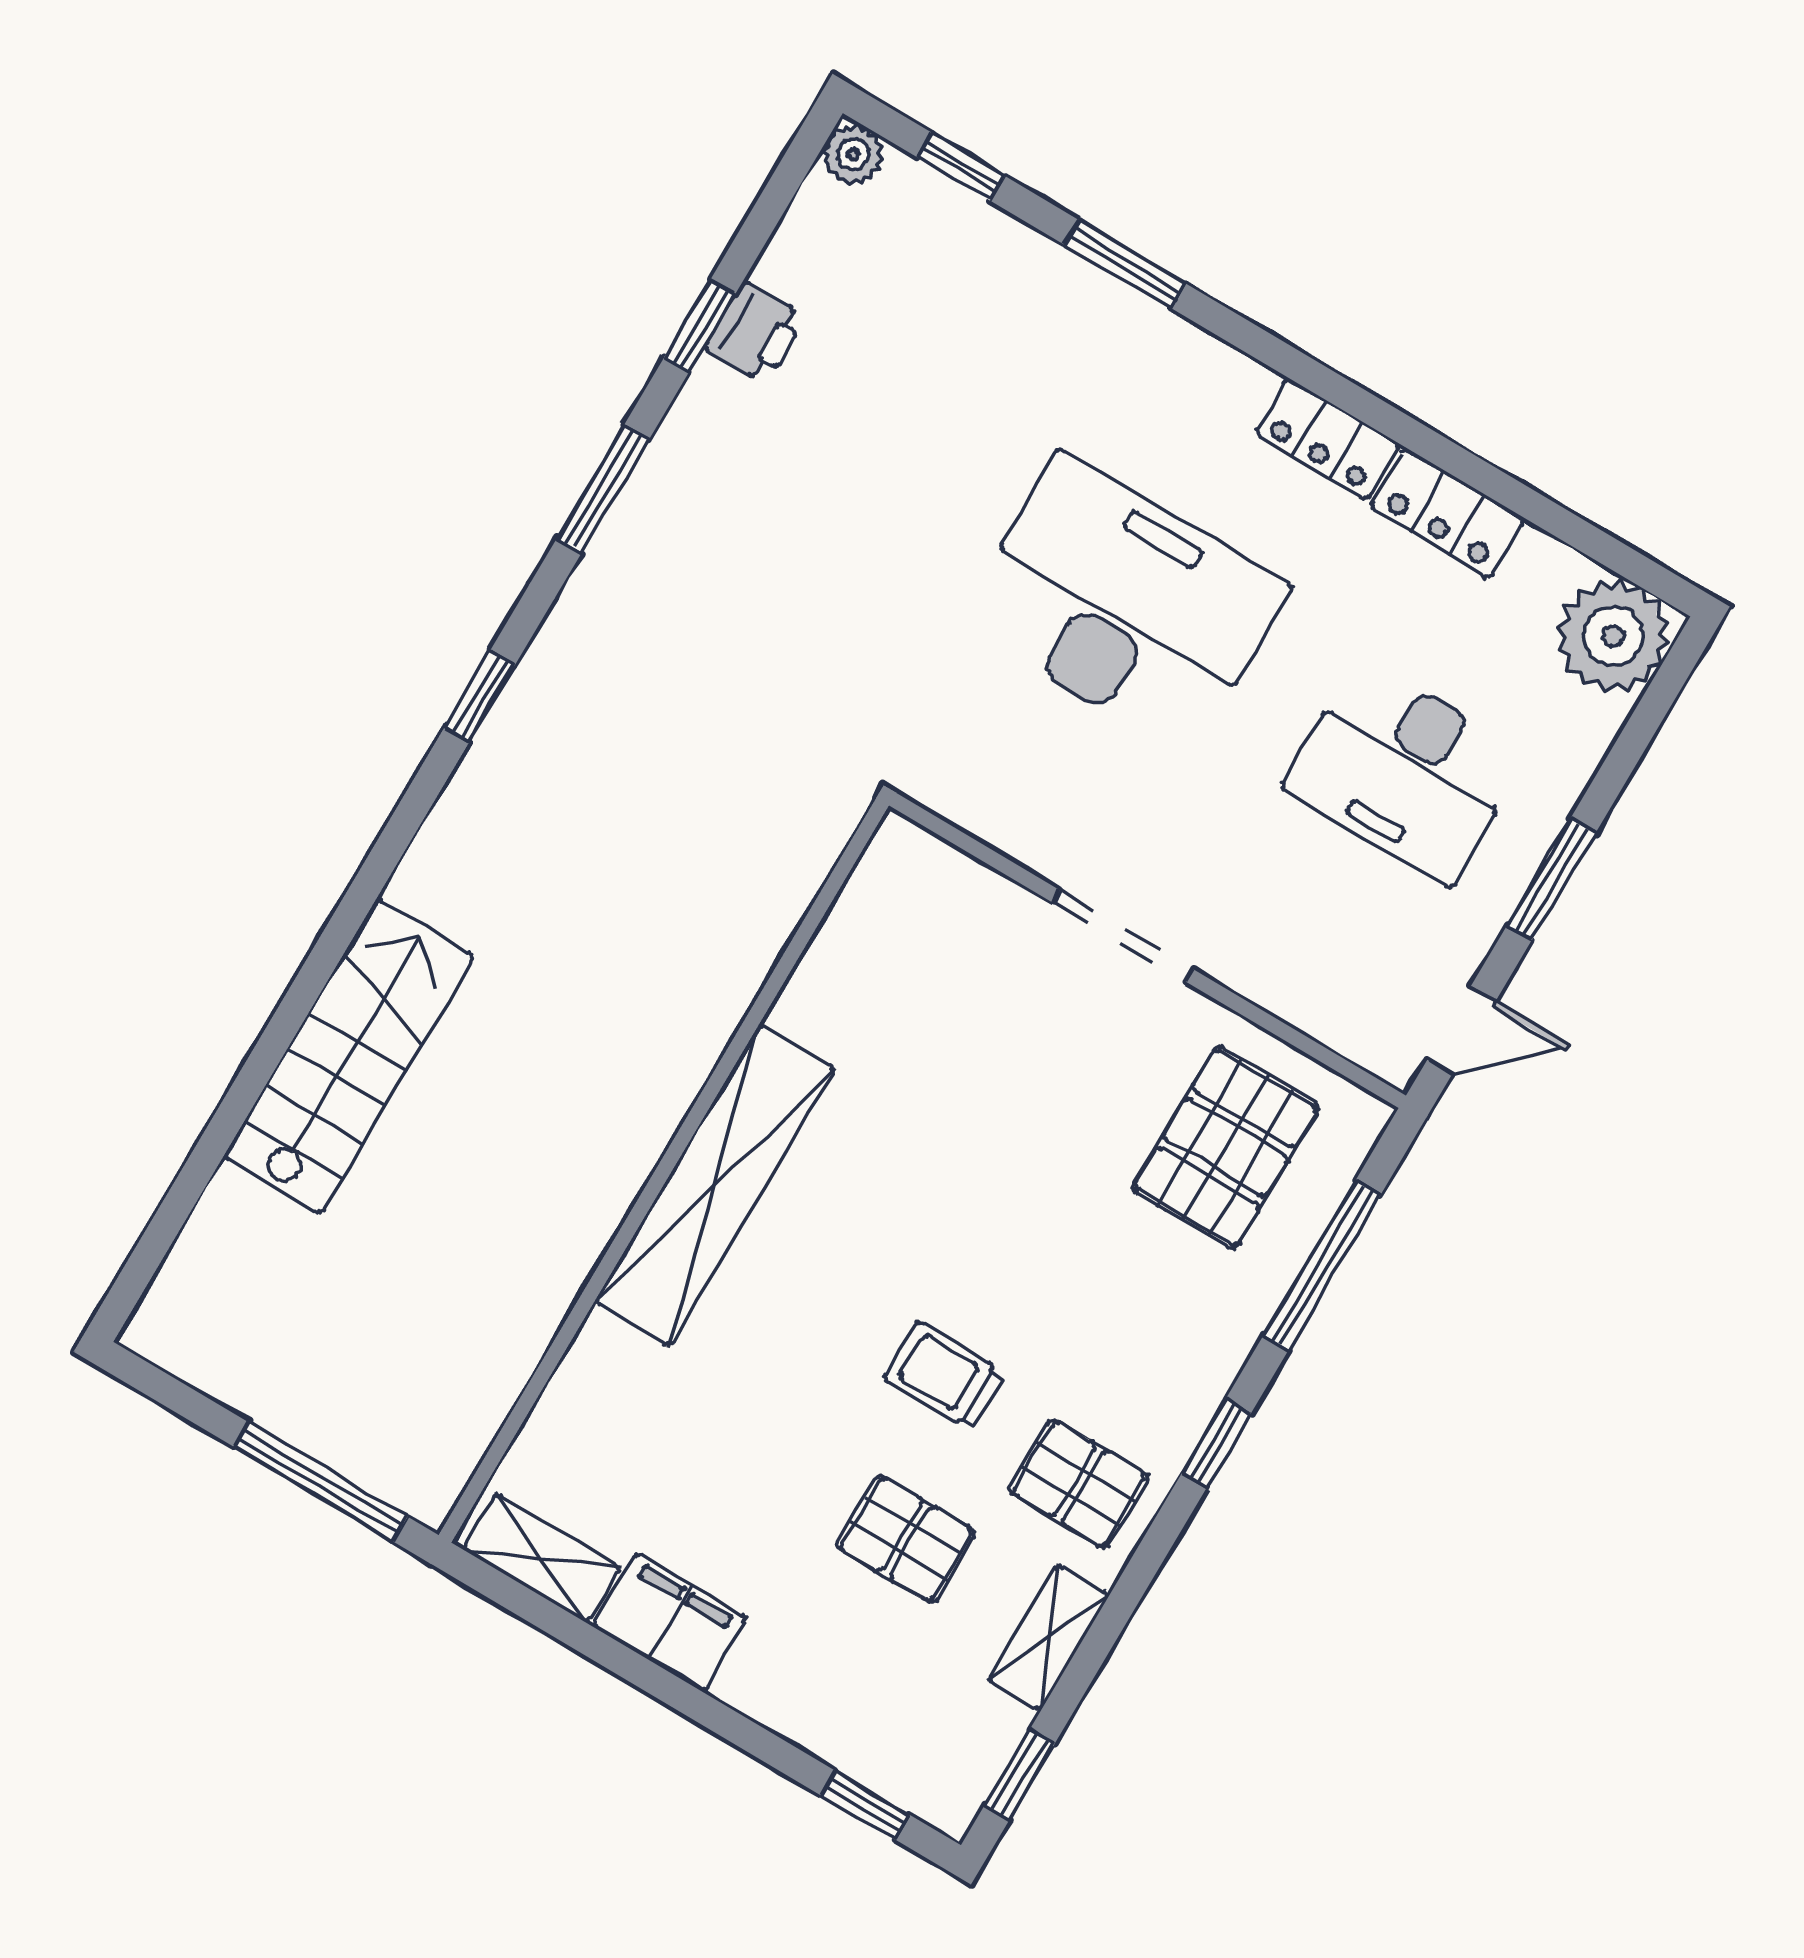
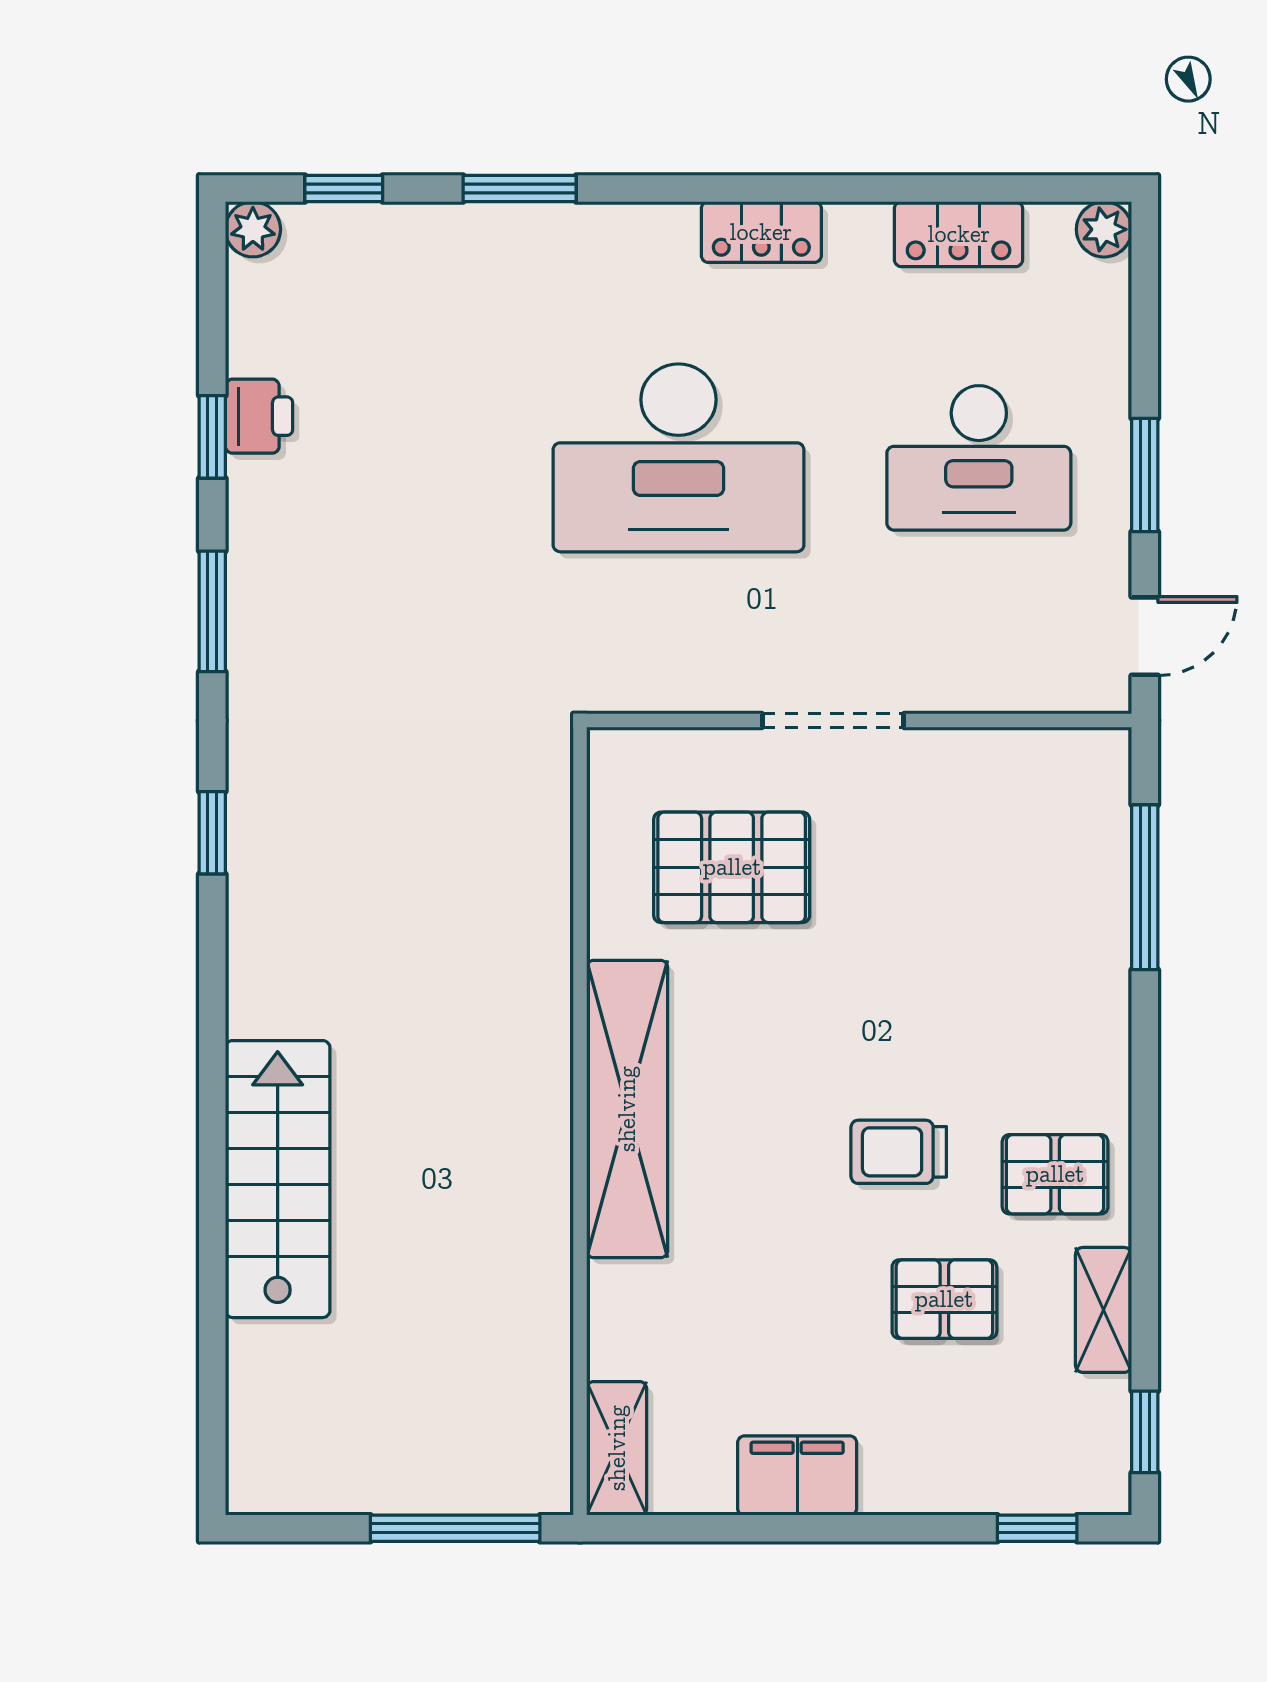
locker: (1447, 513) -> (959, 234), moved
desk: (1124, 604) -> (679, 458), turned 180
plant: (1613, 636) -> (1104, 229), width x0.53, depth x0.53
pallet: (1226, 1148) -> (732, 867), moved, turned 90
window: (1216, 1443) -> (1145, 1078), removed
shelving: (542, 1558) -> (617, 1448), moved, turned 90

